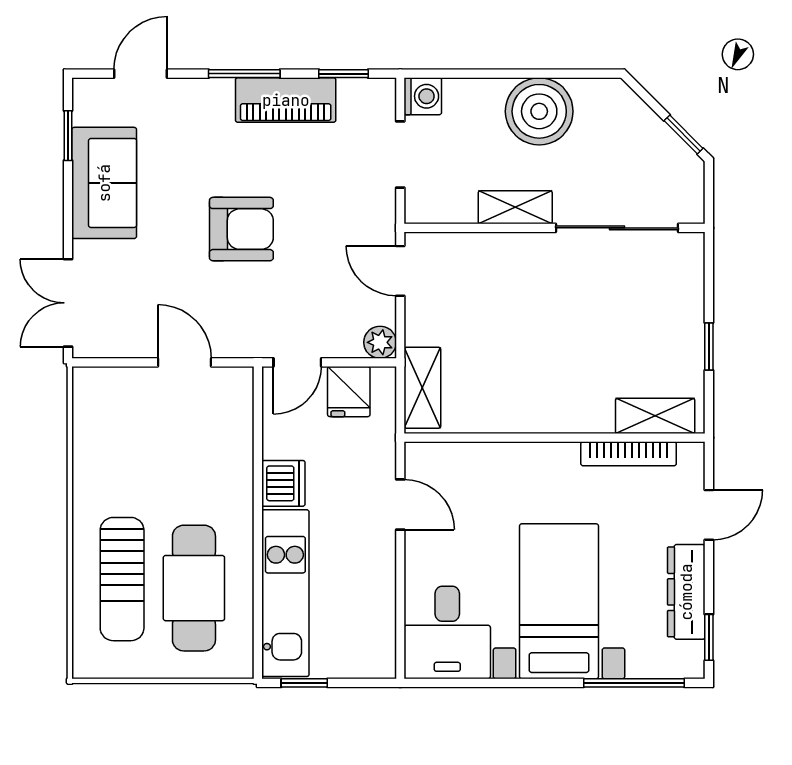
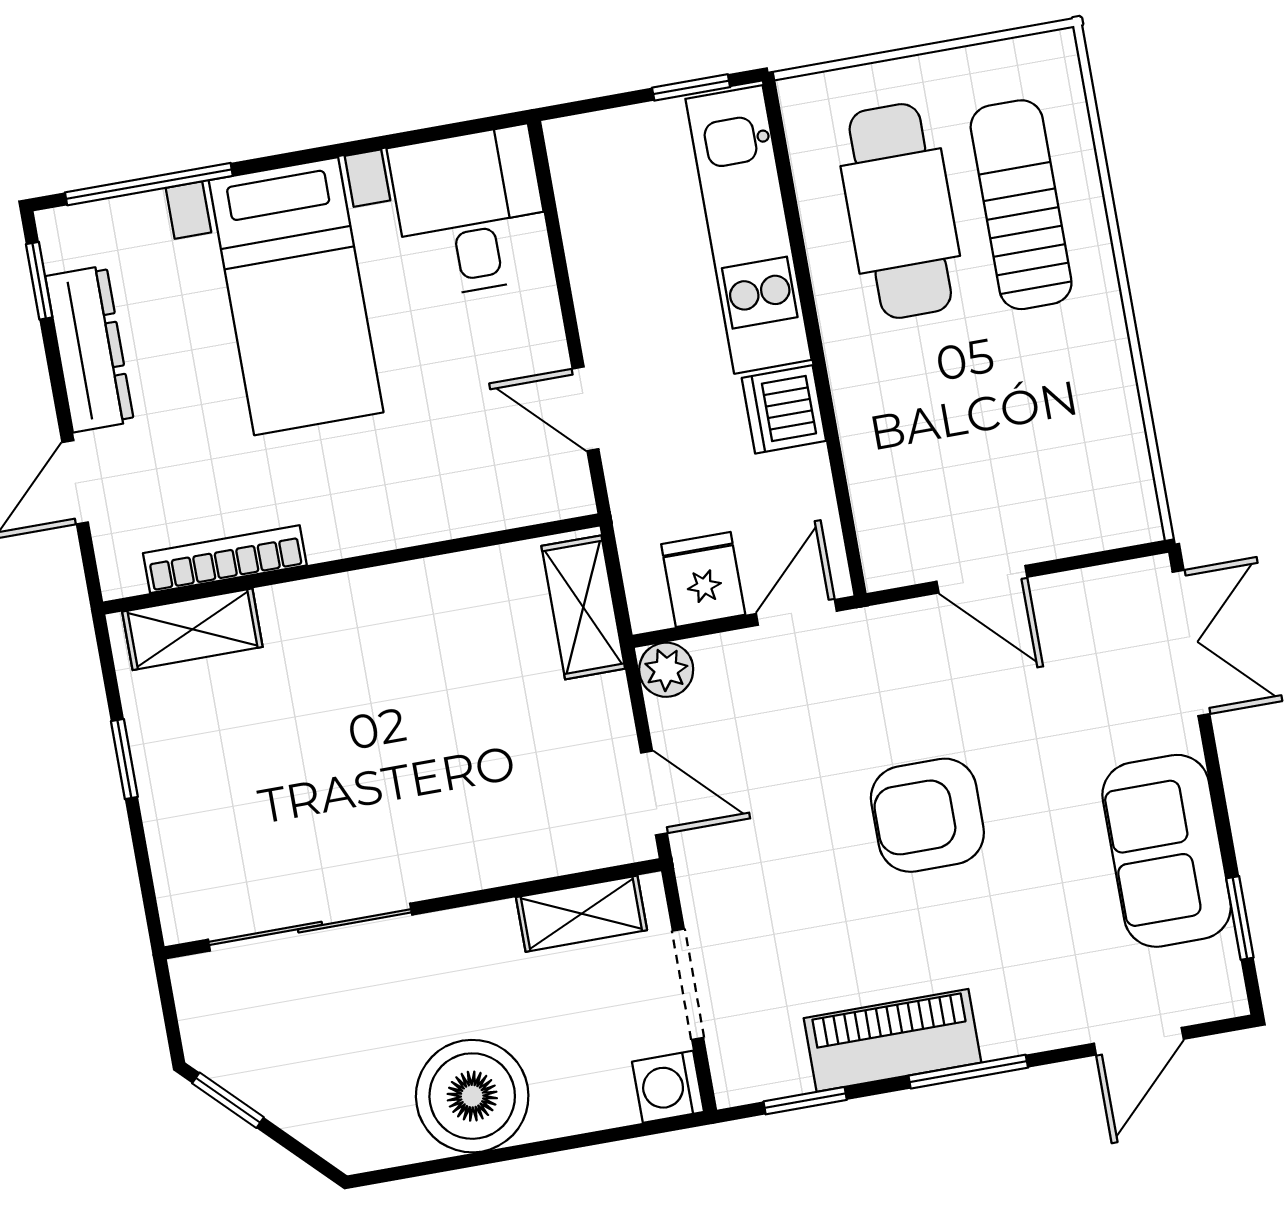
shelving: (515, 207) -> (581, 914), moved

